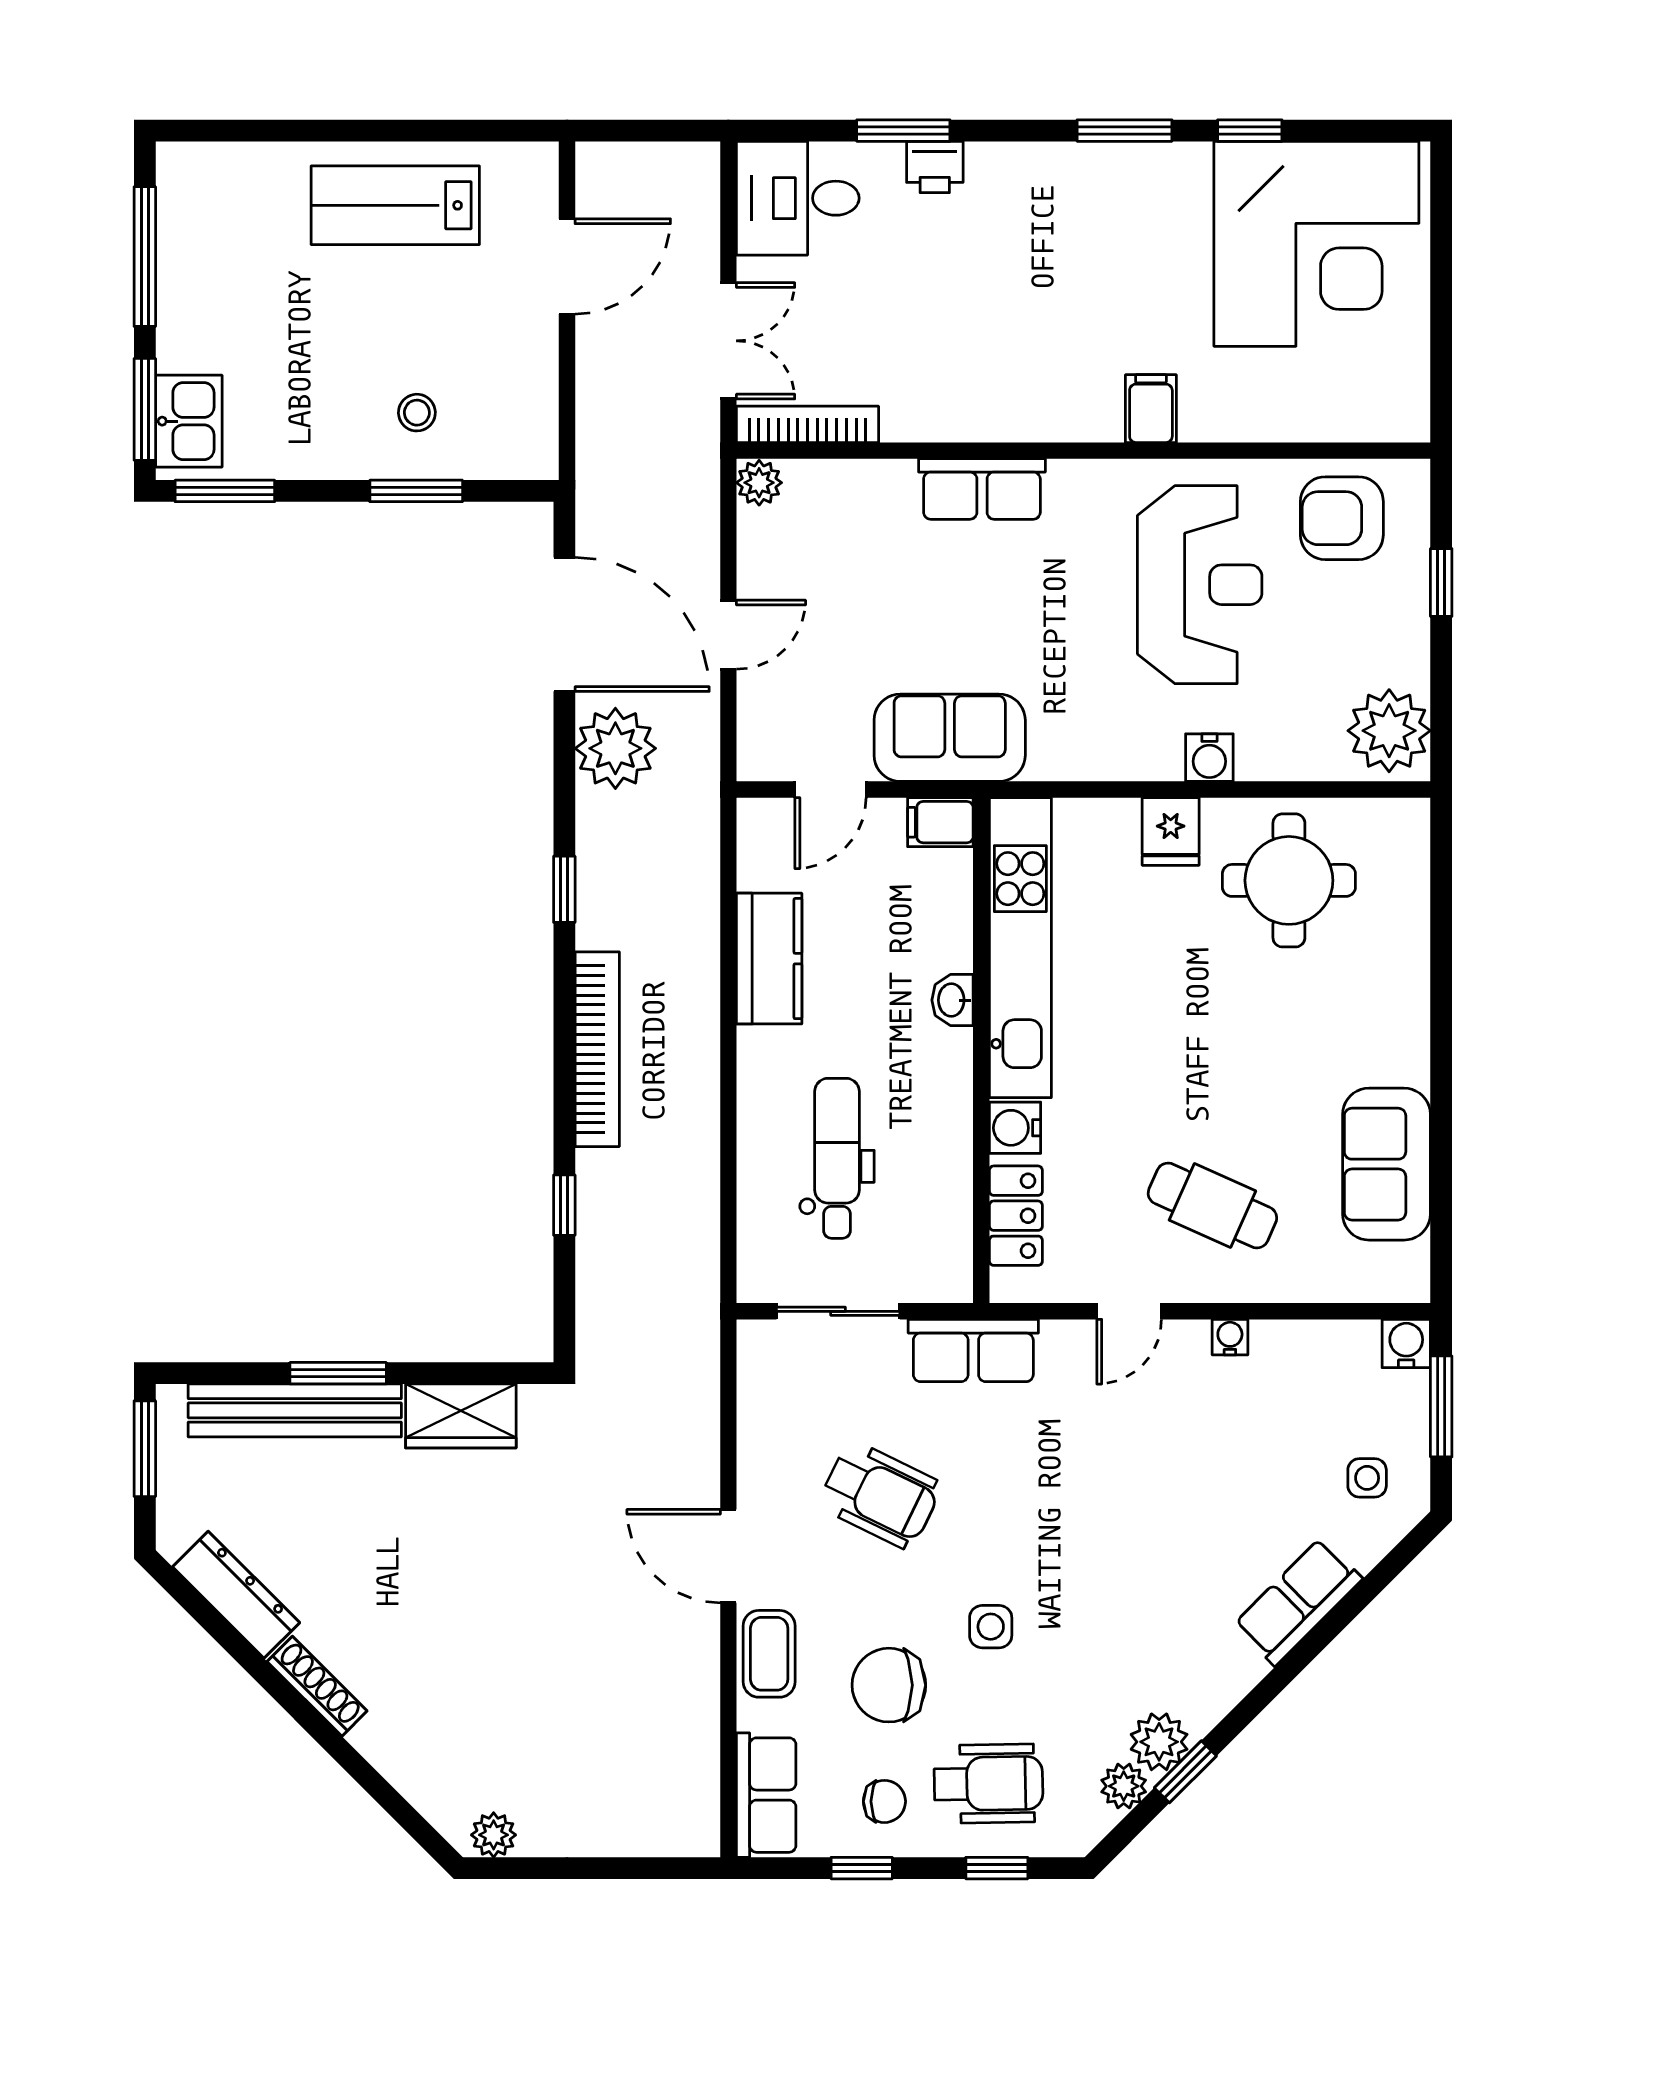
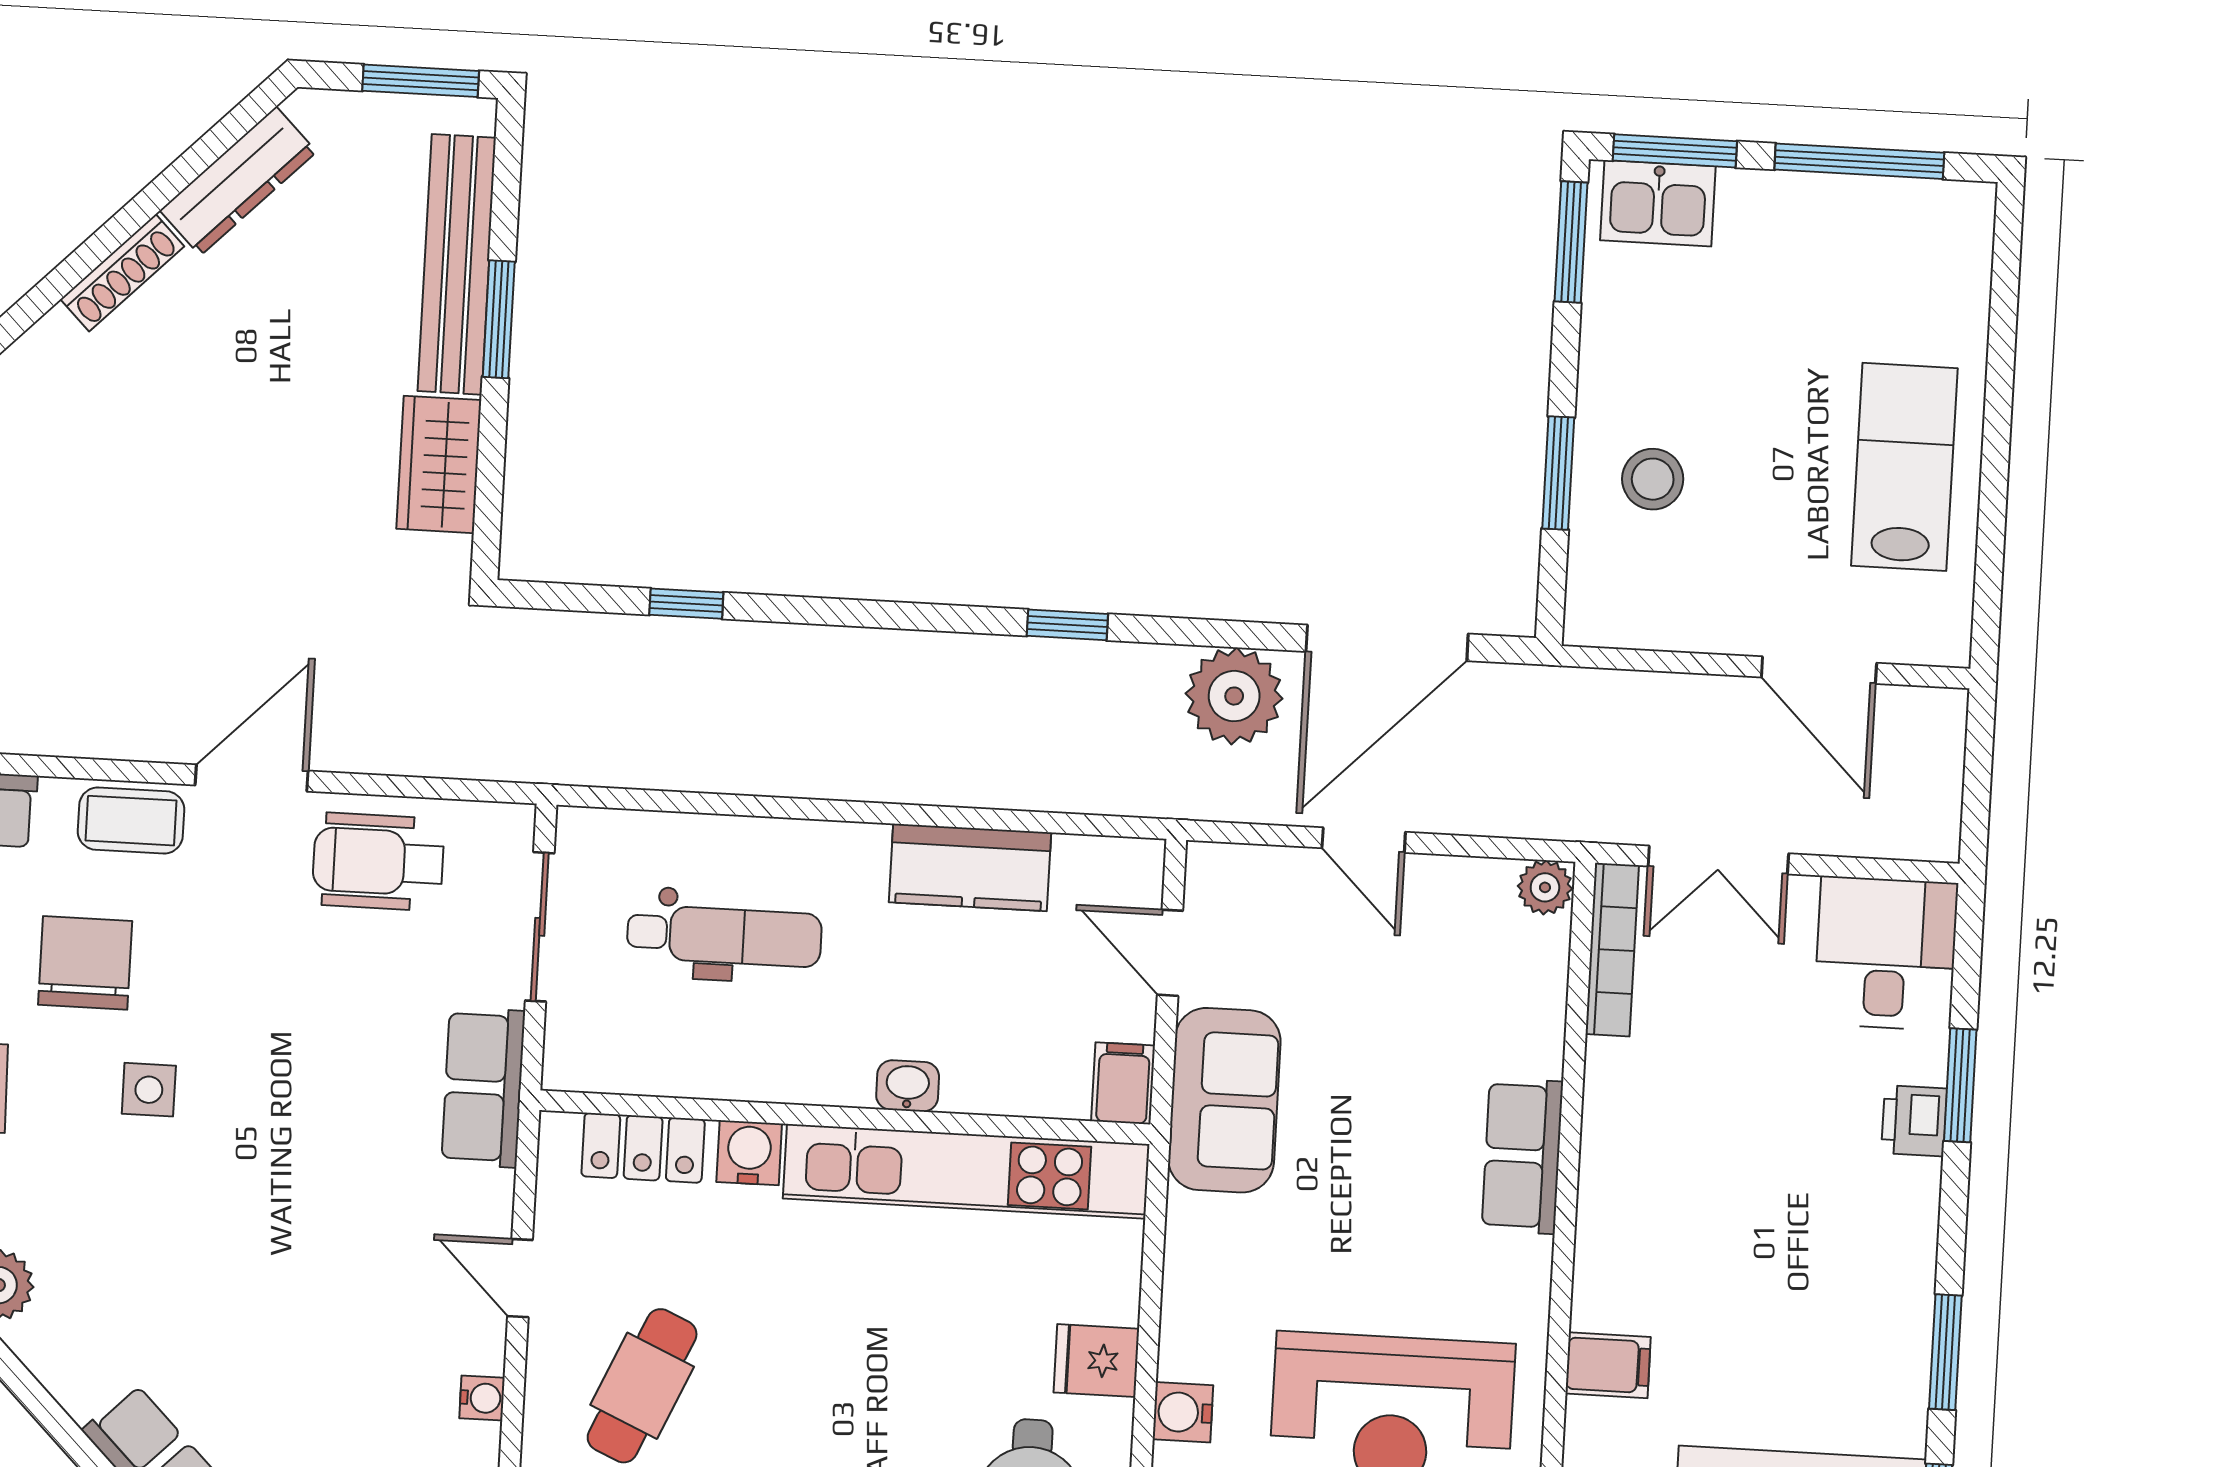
stool: (417, 413) -> (1653, 479), width x1.37, depth x1.37
bookcase: (597, 1049) -> (872, 654), removed
wheelchair: (880, 1495) -> (378, 862), moved, turned 64

